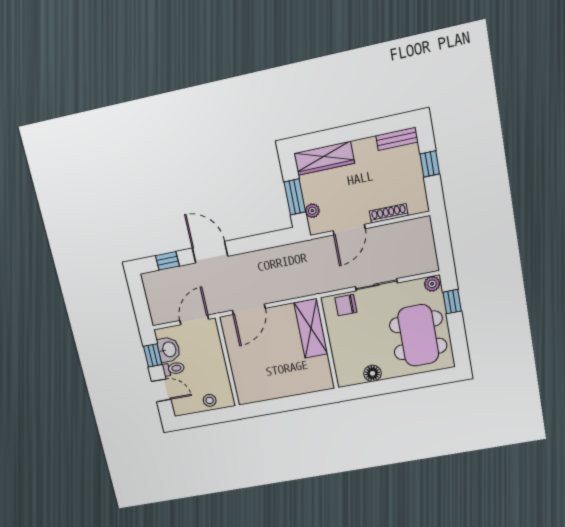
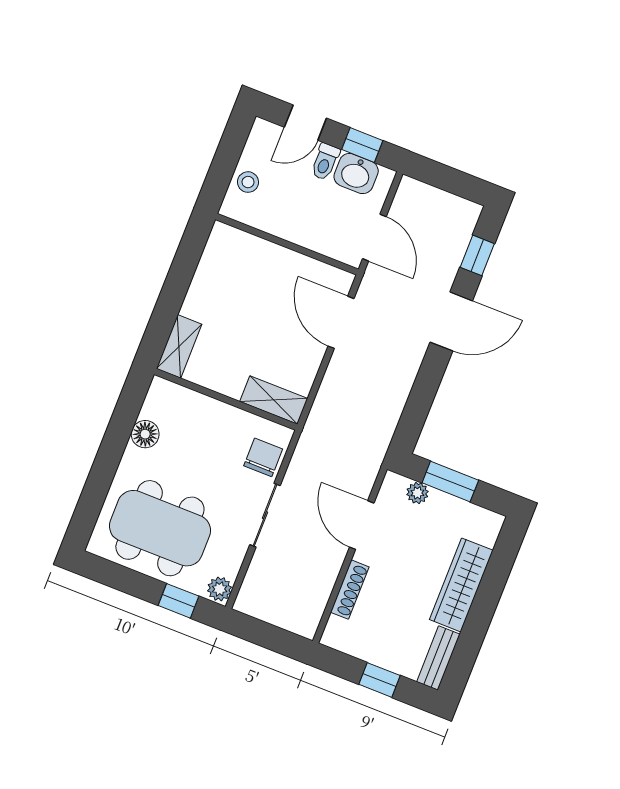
wardrobe: (324, 158) -> (461, 585), moved
shelving: (311, 328) -> (274, 400), width x0.67, depth x0.75
shelving: (315, 384) -> (179, 346), added

